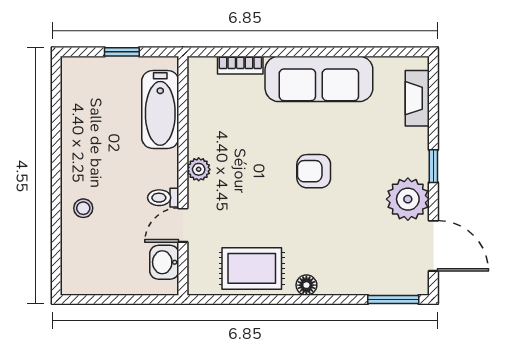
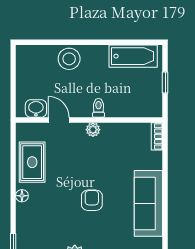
bookcase: (240, 65) -> (157, 136), moved
bathtub: (160, 109) -> (133, 56), moved, turned 180
toilet: (163, 198) -> (99, 108), moved
stool: (83, 208) -> (69, 59), width x1.89, depth x1.89

